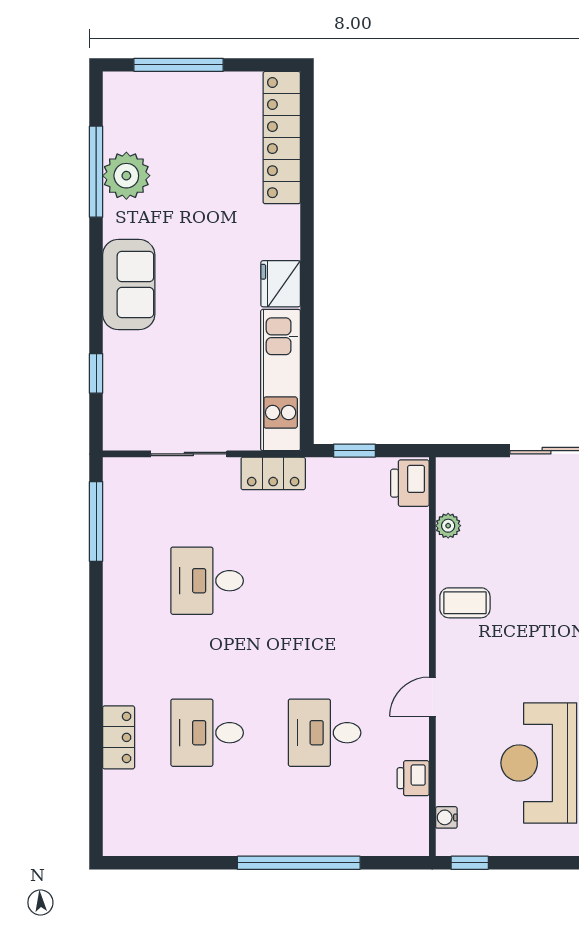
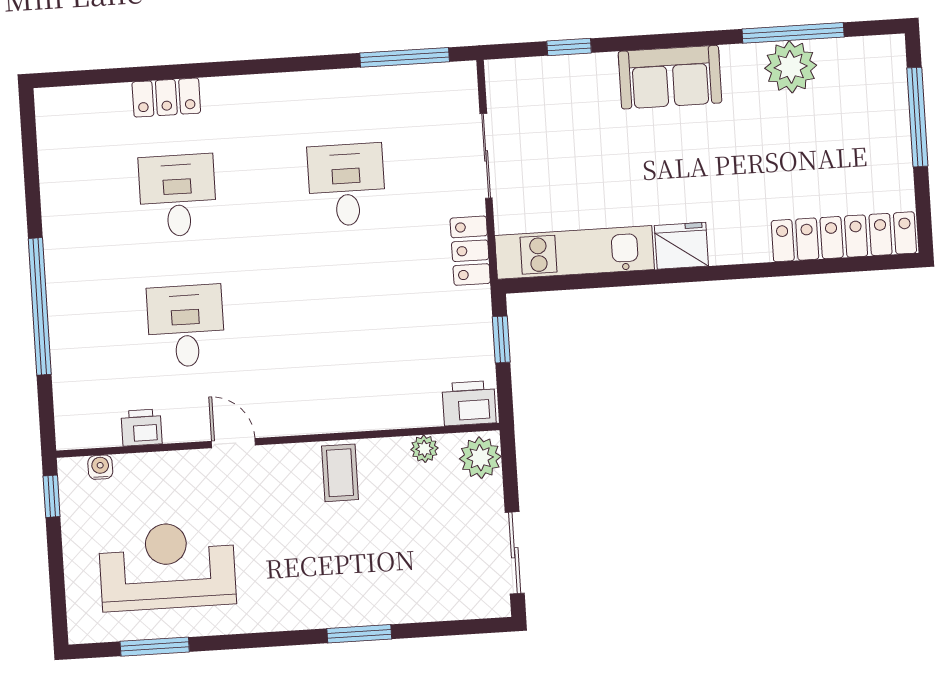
plant: (459, 476) -> (480, 458), added

